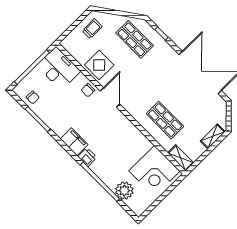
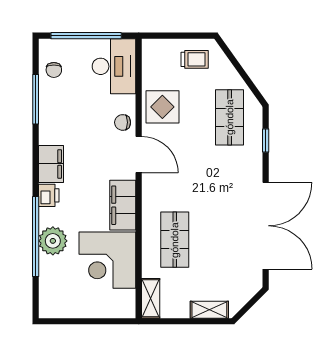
door: (110, 98) -> (139, 155), hinge flipped
filing cabinet: (126, 128) -> (123, 205), added
corner desk: (154, 171) -> (107, 260), moved
plant: (124, 191) -> (53, 241), moved

